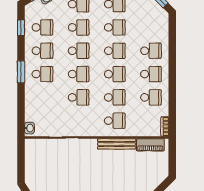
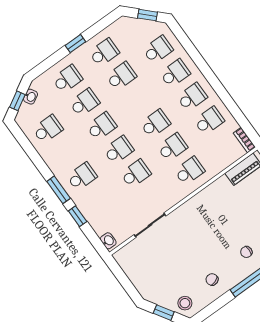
window: (21, 28) -> (78, 216), moved
school desk: (42, 51) -> (65, 153), removed
school desk: (115, 51) -> (158, 50), moved
bench: (117, 144) -> (208, 193), removed

